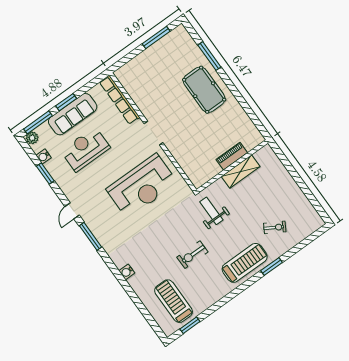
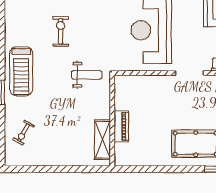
shelving: (241, 172) -> (102, 140), moved
exercise bike: (275, 227) -> (24, 133), moved

